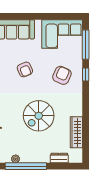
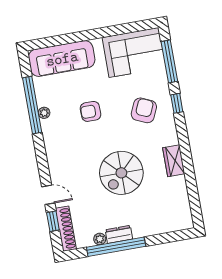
armchair: (25, 69) -> (91, 111), turned 113
wardrobe: (76, 132) -> (174, 161), moved, width x0.67
dresser: (59, 158) -> (119, 234), moved

